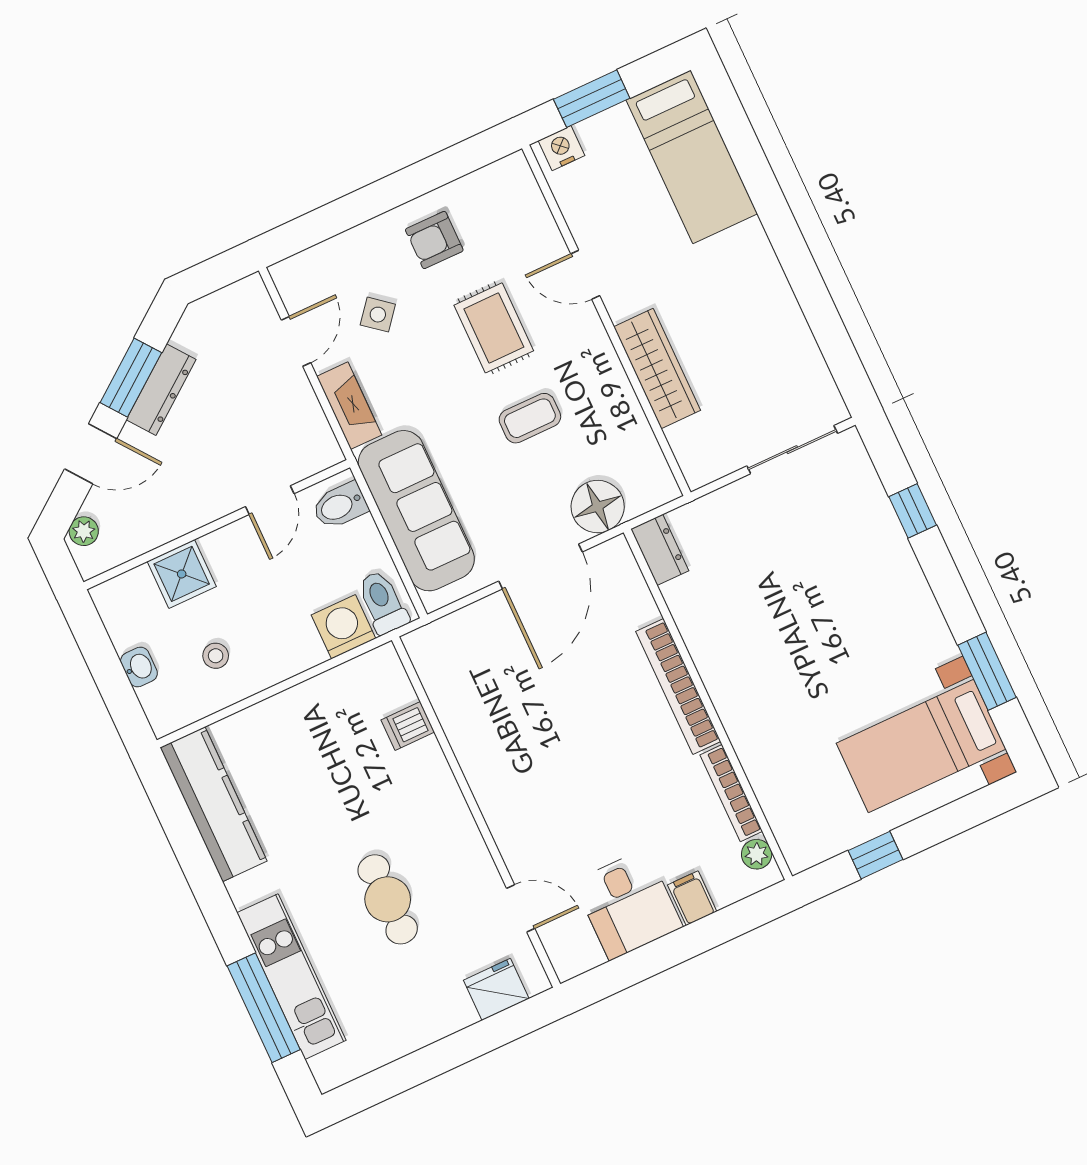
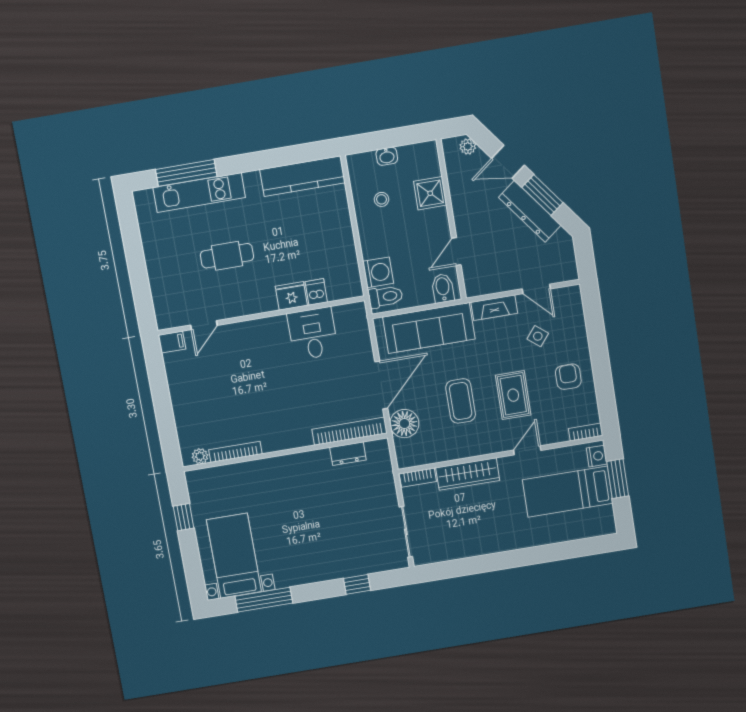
bed: (692, 157) -> (568, 492), moved
bookcase: (524, 180) -> (586, 432), added
rug: (494, 328) -> (513, 395), turned 90
dresser: (161, 390) -> (530, 211), width x1.37, depth x1.24
coffee table: (530, 418) -> (461, 401), width x1.36, depth x1.30
door: (91, 454) -> (508, 162), hinge flipped
bookcase: (688, 456) -> (418, 478), added
door: (270, 500) -> (456, 252), hinge flipped
dresser: (660, 550) -> (348, 454), moved
door: (540, 566) -> (381, 385), swing flipped
window: (987, 671) -> (264, 600), width x1.44
bookcase: (678, 687) -> (350, 431), moved
filing cabinet: (692, 898) -> (172, 342), moved
desk: (628, 904) -> (313, 334), moved, turned 90
fridge: (496, 989) -> (291, 296), moved, turned -90

